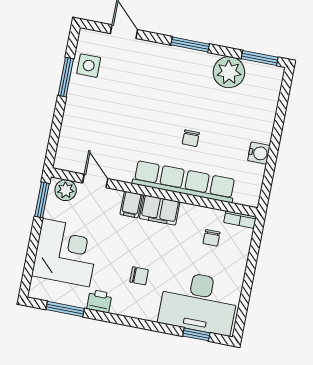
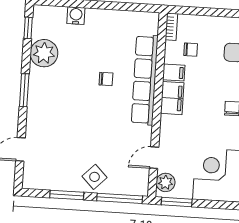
window: (260, 58) -> (28, 28), width x0.67
side table: (89, 66) -> (94, 177), moved, turned 45
window: (54, 136) -> (120, 198), added
water cooler: (259, 153) -> (76, 16), moved
filing cabinet: (131, 204) -> (174, 73), moved

